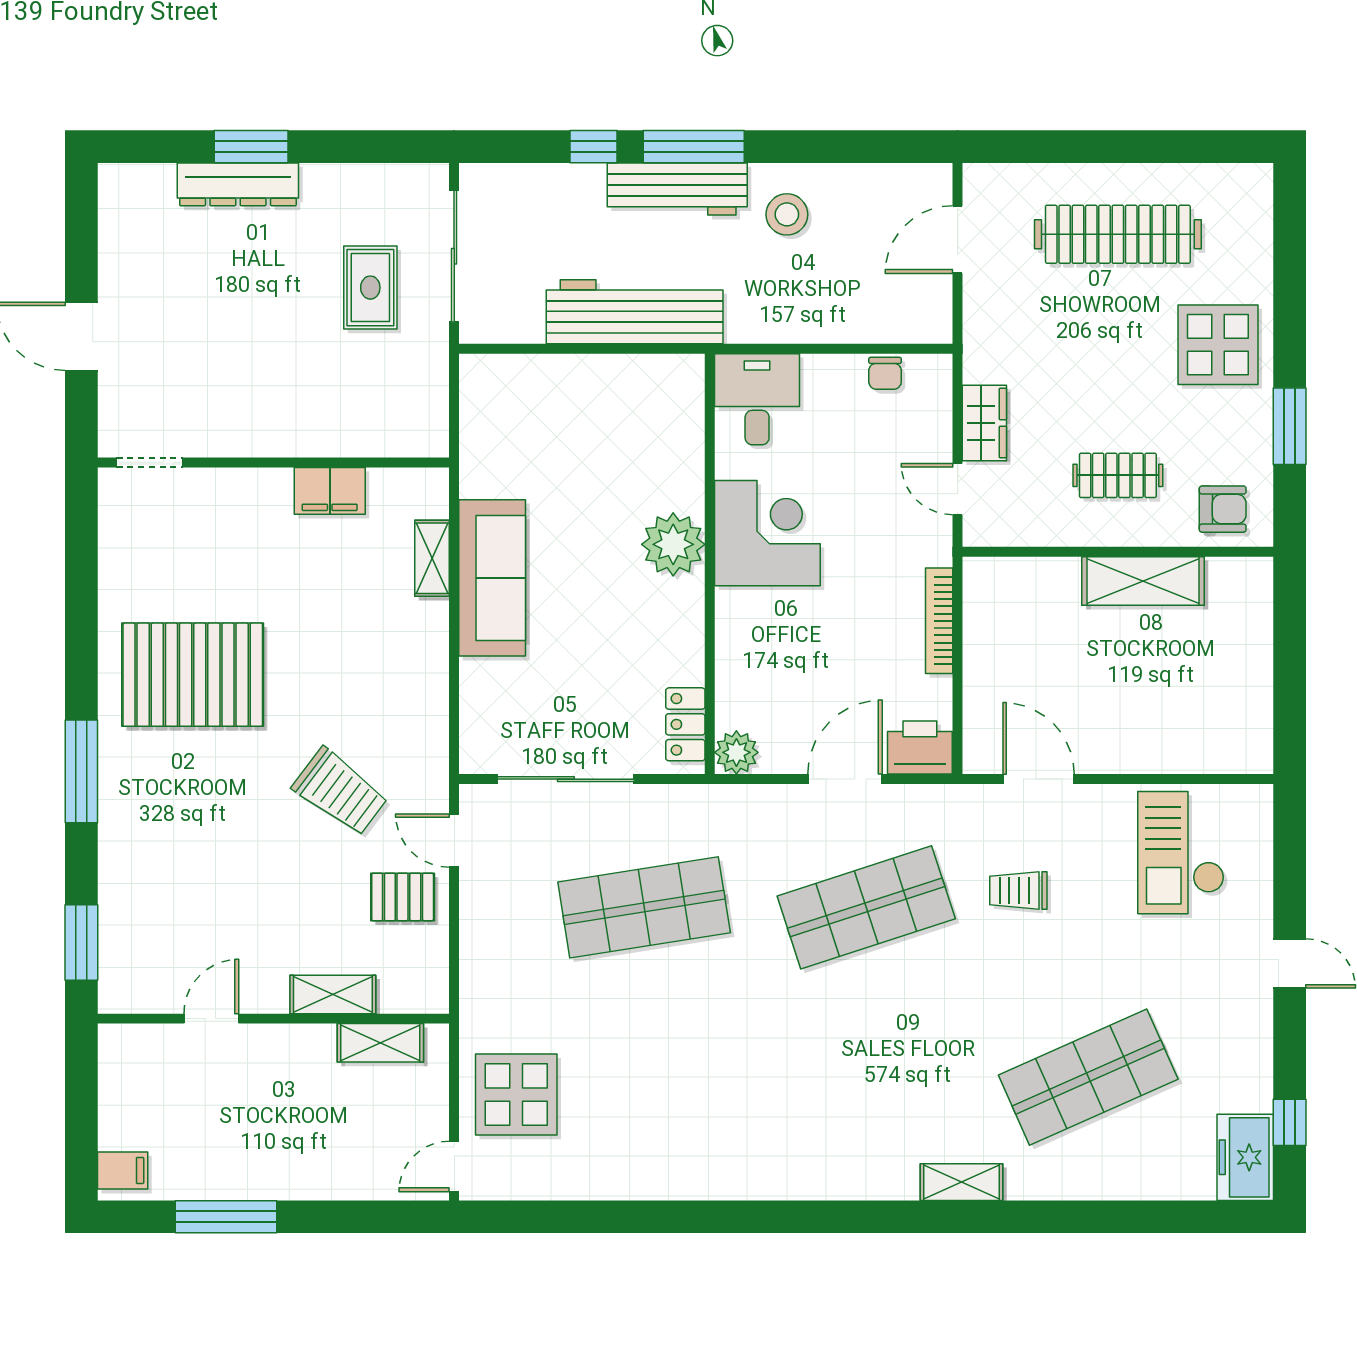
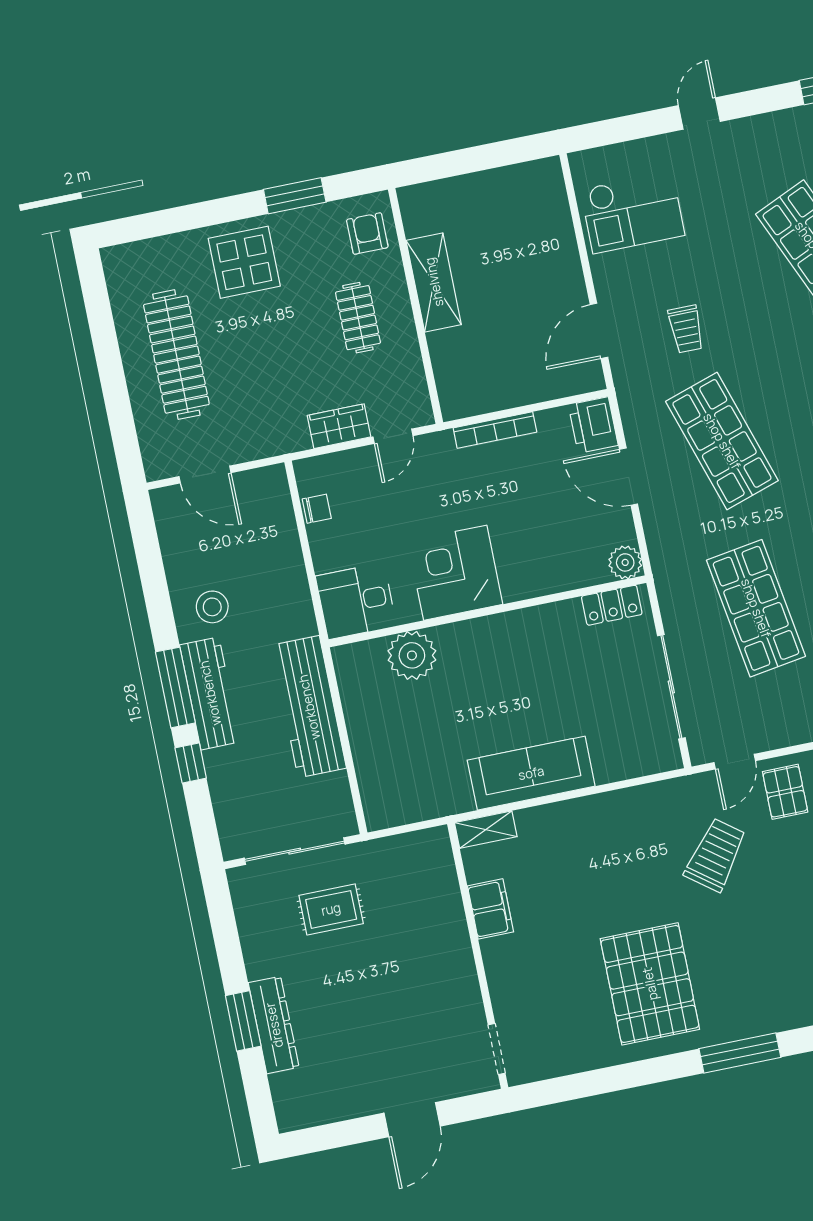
plant: (673, 544) -> (412, 655), moved
shelving: (432, 558) -> (486, 830), moved

